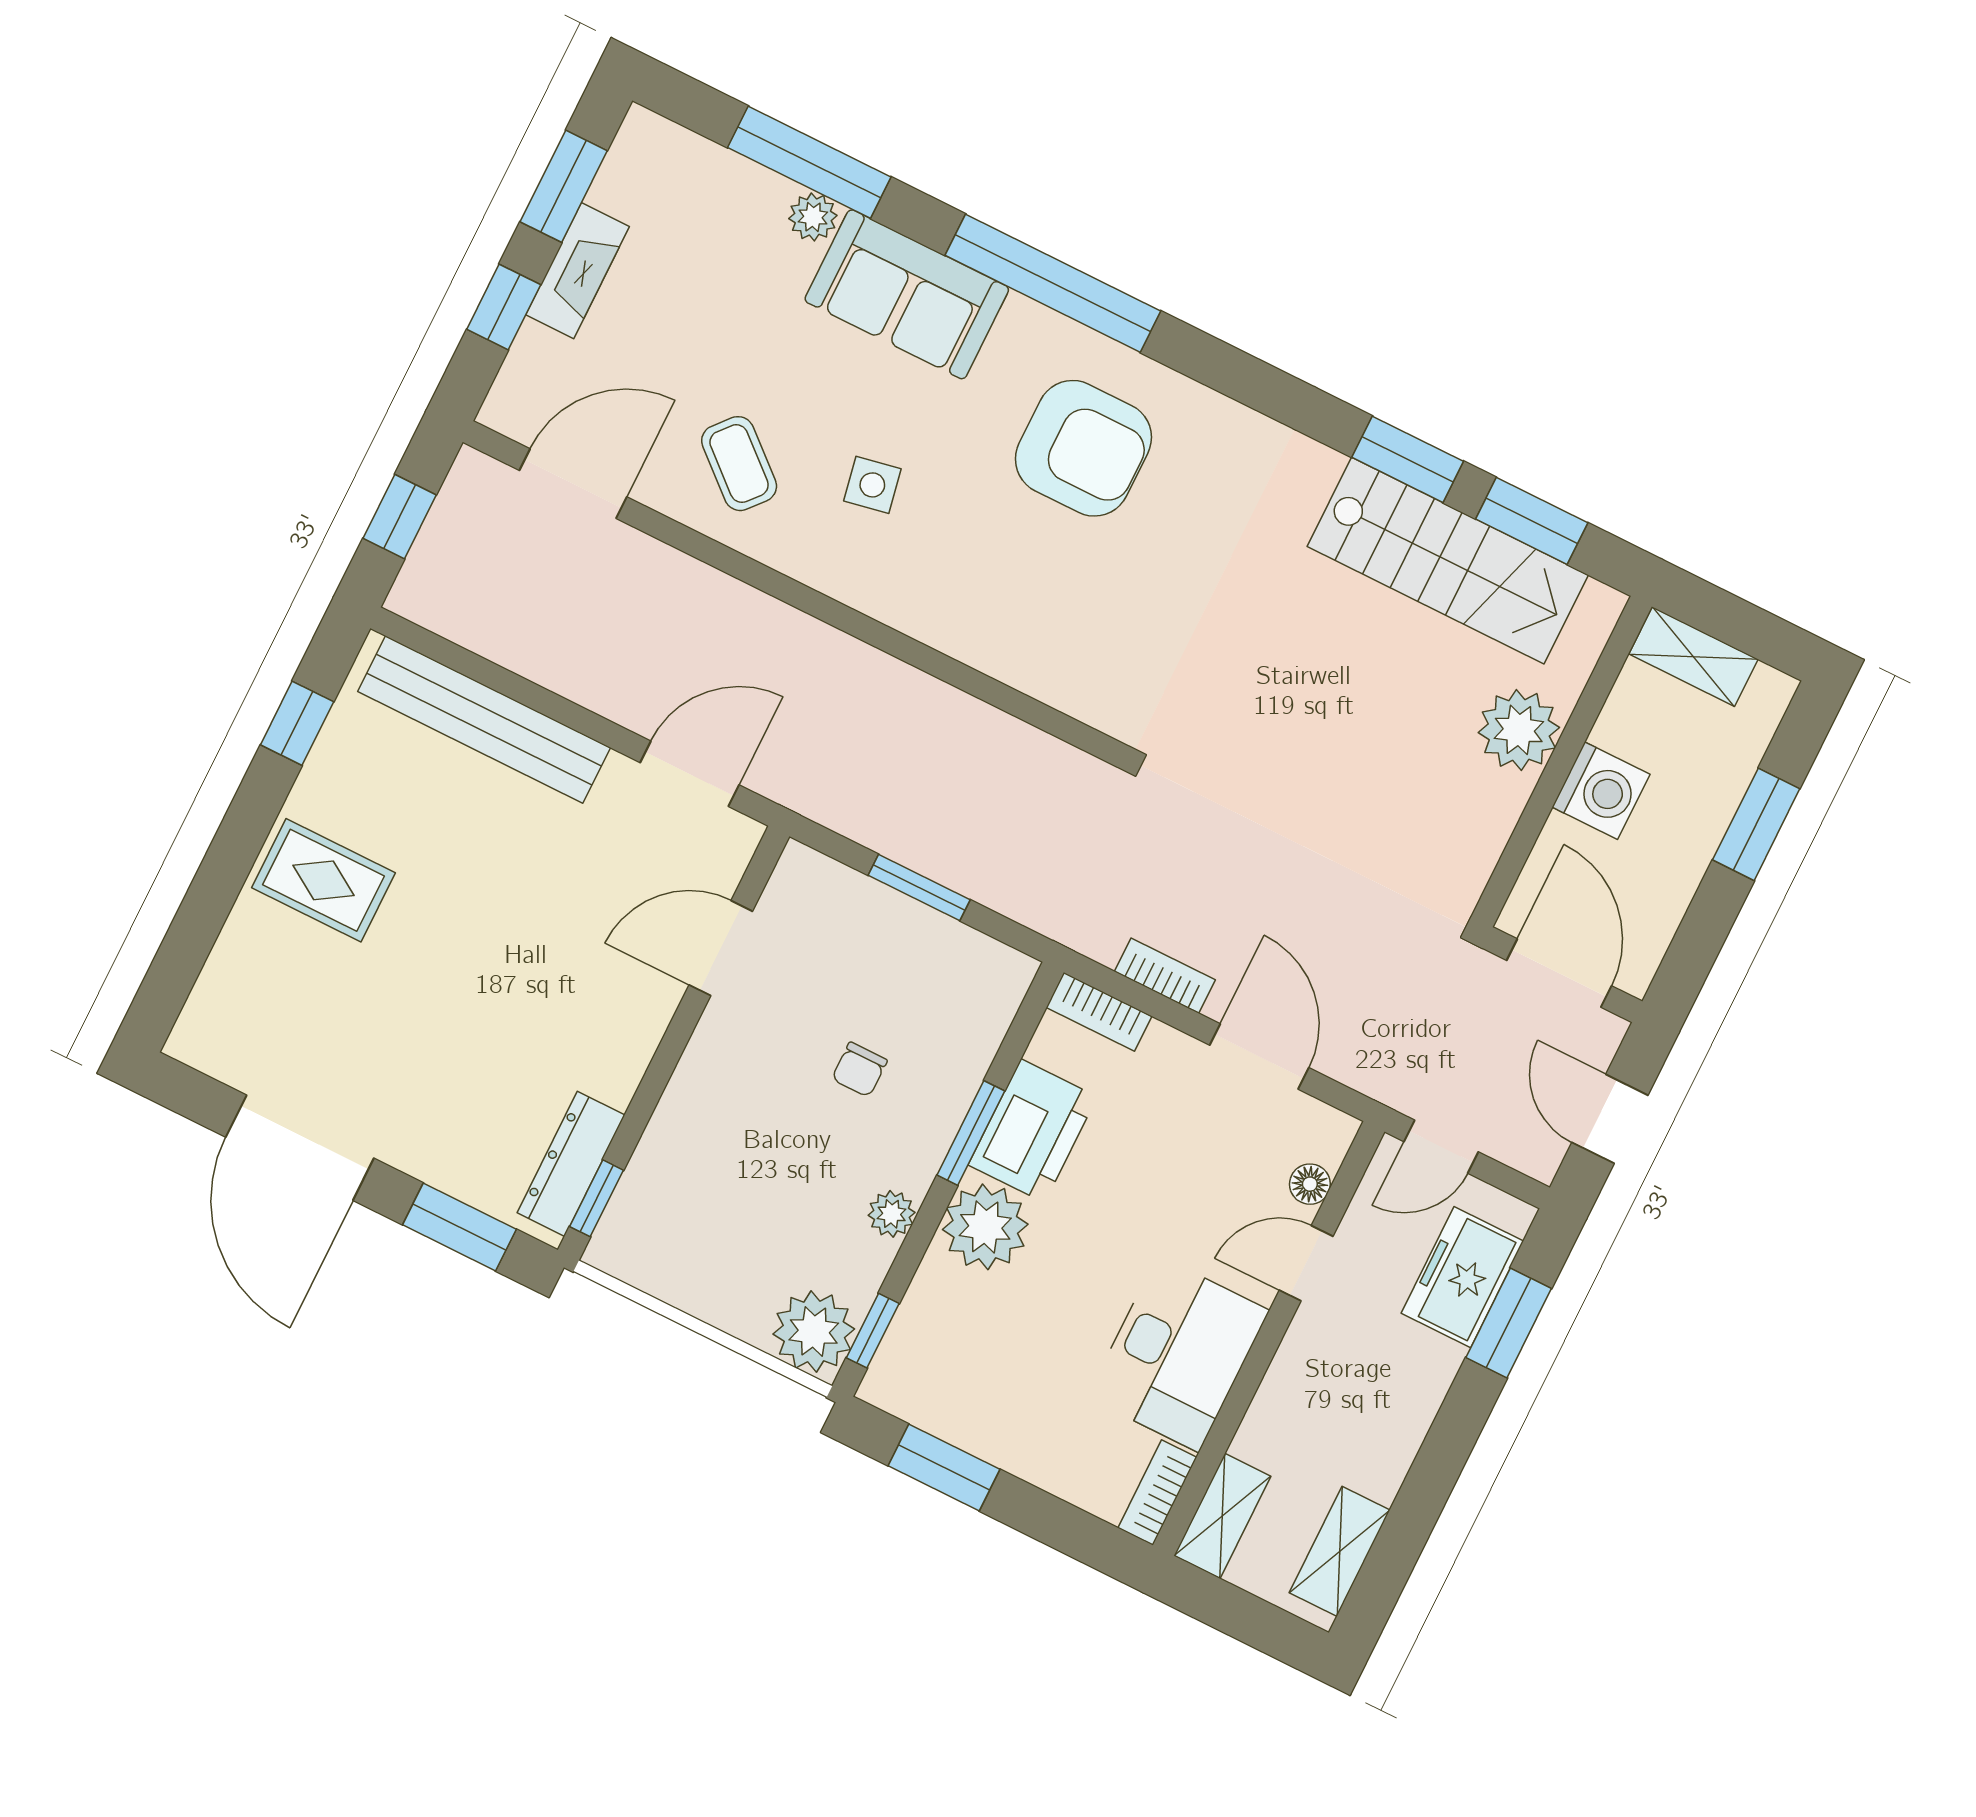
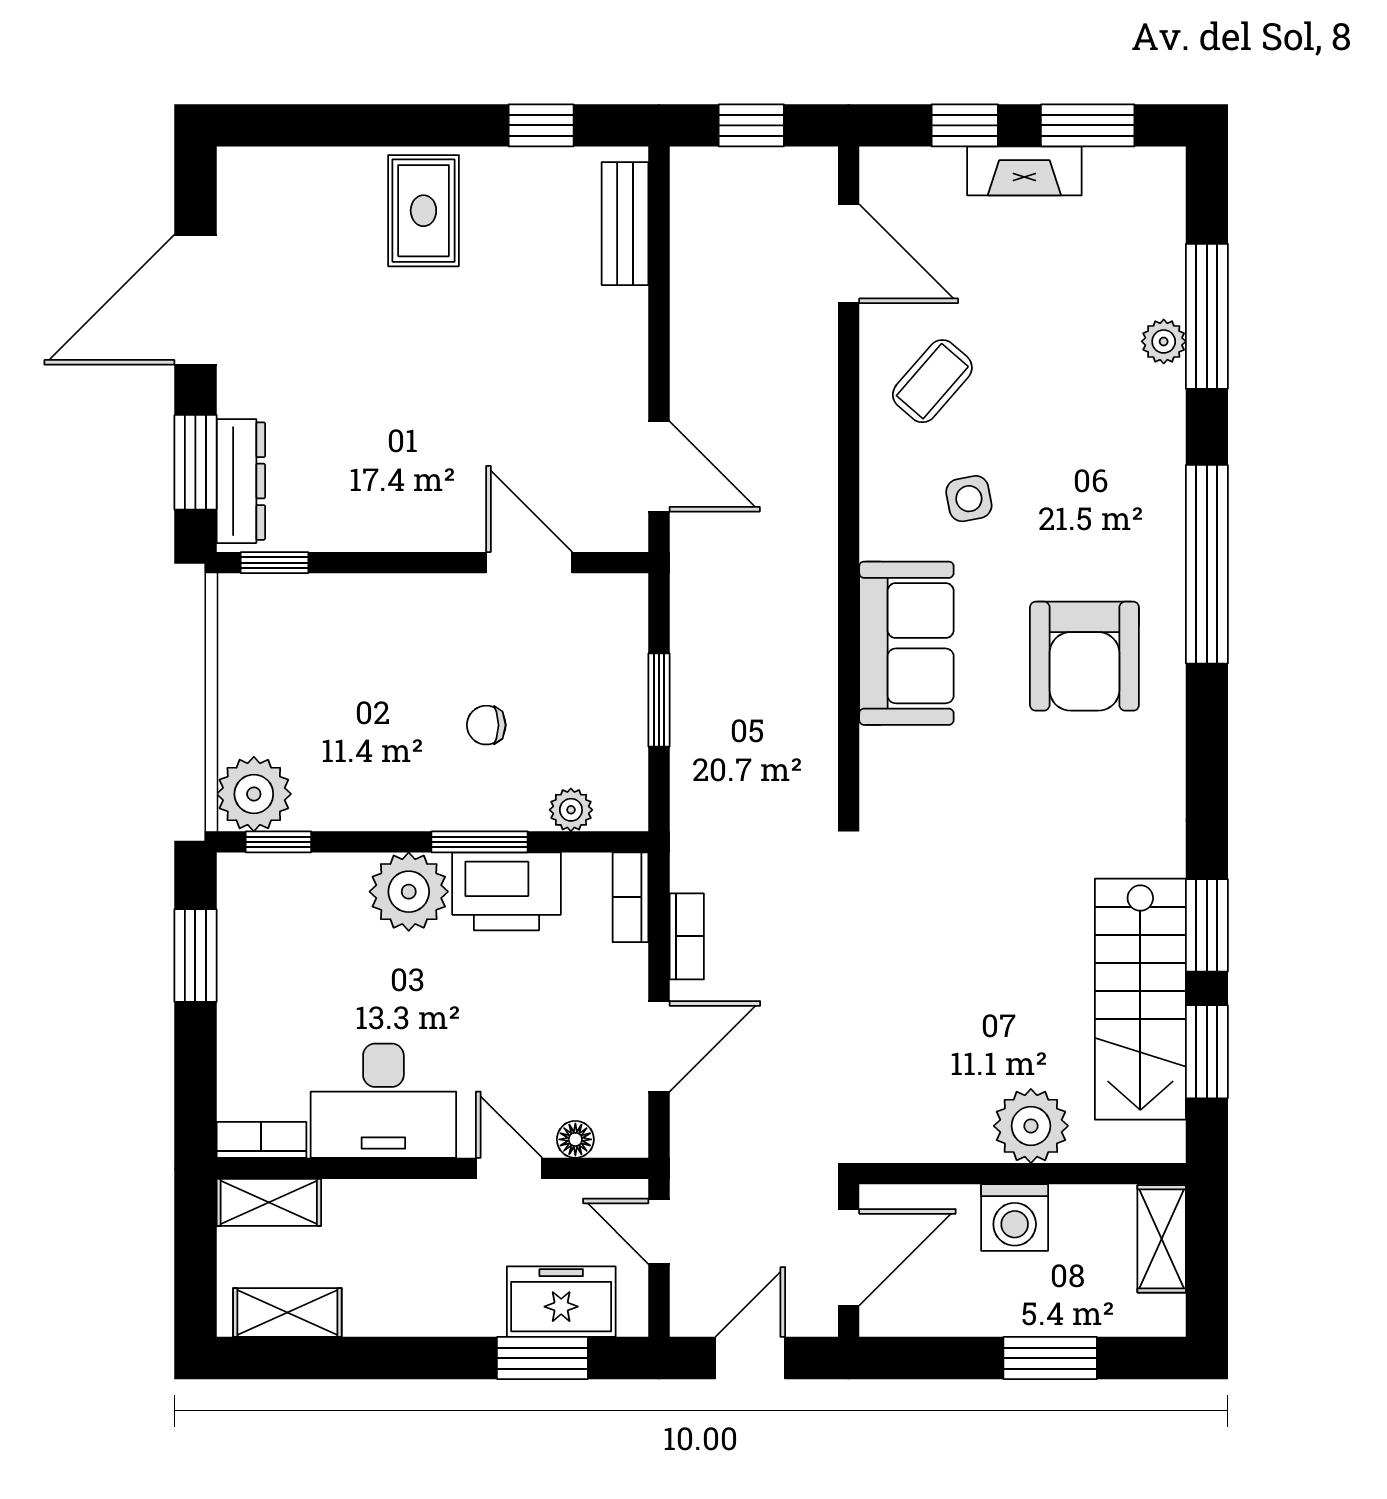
sofa: (907, 294) -> (906, 643), moved, turned 180
bench: (484, 719) -> (625, 224), width x0.54, depth x0.82
dresser: (571, 1164) -> (241, 481), moved, turned 90
plant: (892, 1214) -> (571, 810), moved

